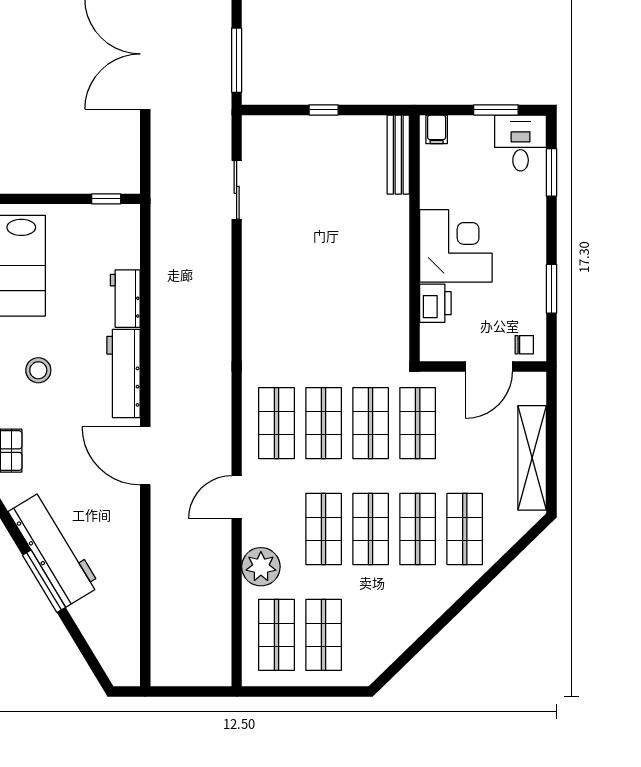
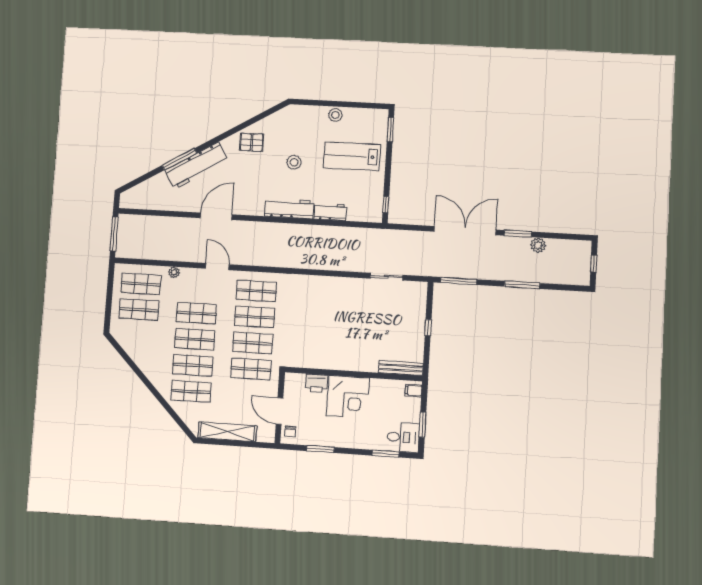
door: (145, 456) -> (216, 216), moved
plant: (261, 567) -> (174, 272), width x0.53, depth x0.53
window: (188, 692) -> (114, 234), added

